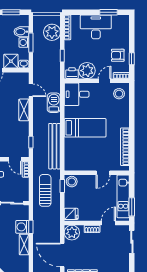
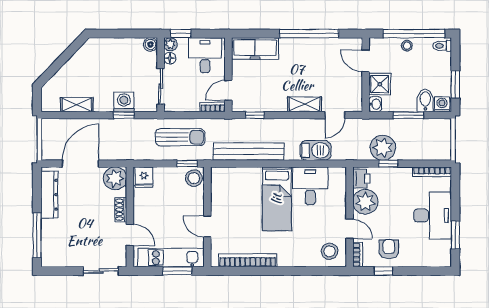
plant: (52, 32) -> (383, 148), moved
washing machine: (24, 42) -> (442, 104), moved
desk: (77, 94) -> (310, 186), moved
window: (132, 207) -> (177, 271), moved
shelving: (24, 245) -> (77, 105), moved

